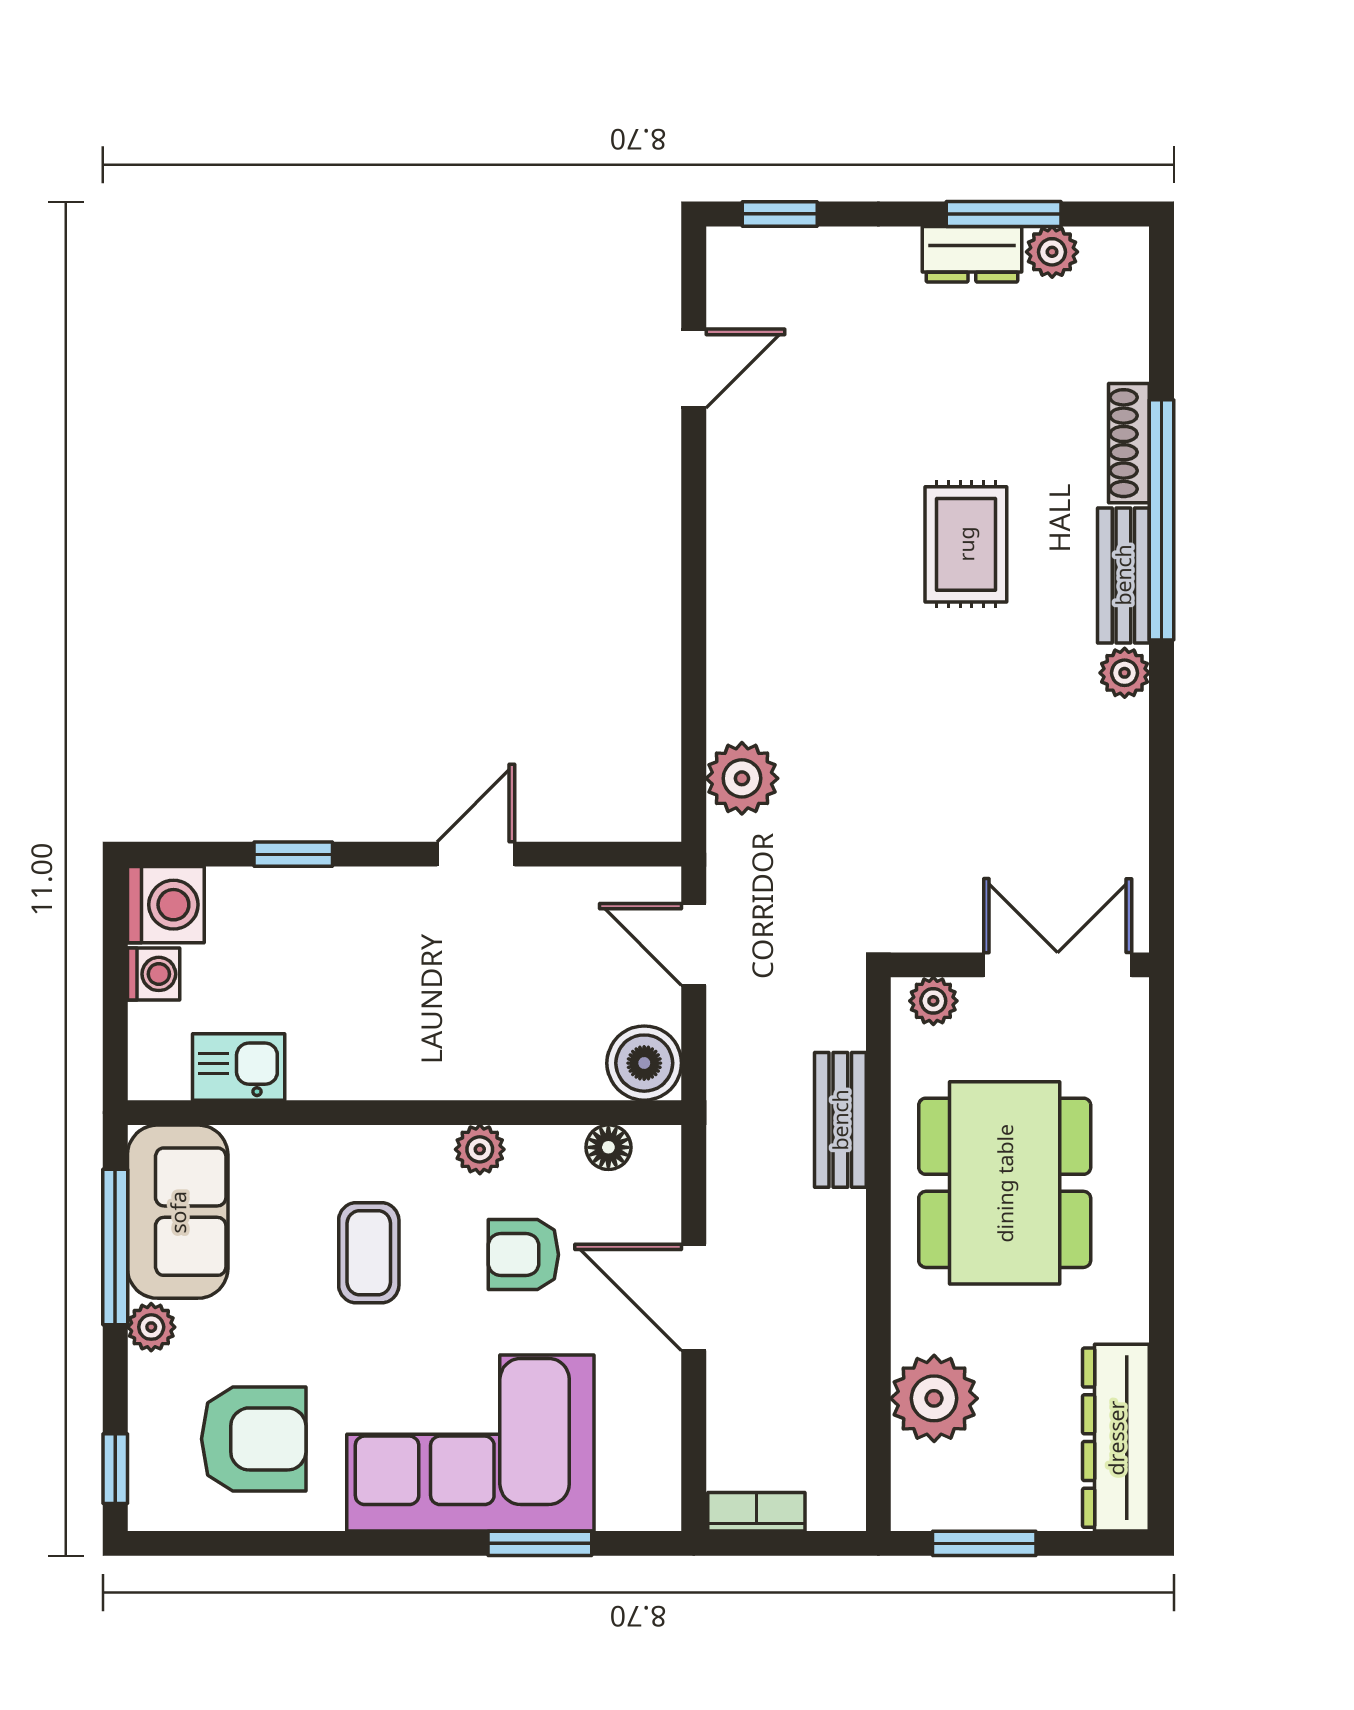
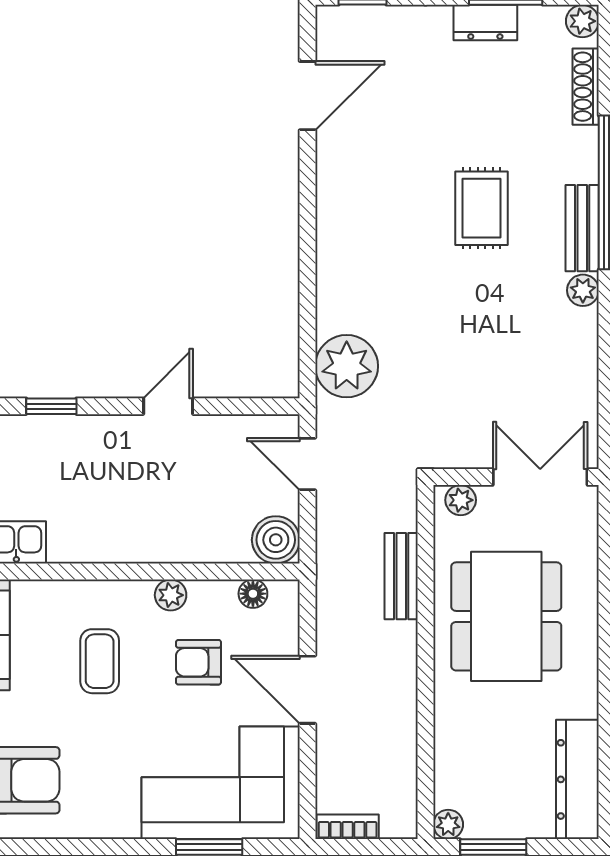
plant: (1052, 252) -> (582, 21), moved
door: (694, 368) -> (307, 96), width x1.38
shoe rack: (1129, 443) -> (586, 87), moved
plant: (742, 778) -> (347, 366), width x1.36, depth x1.36
plant: (934, 1398) -> (448, 824), moved, width x0.53, depth x0.53
corner sofa: (470, 1443) -> (221, 783), moved

